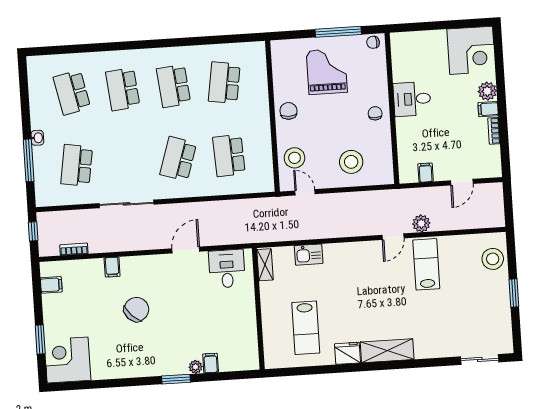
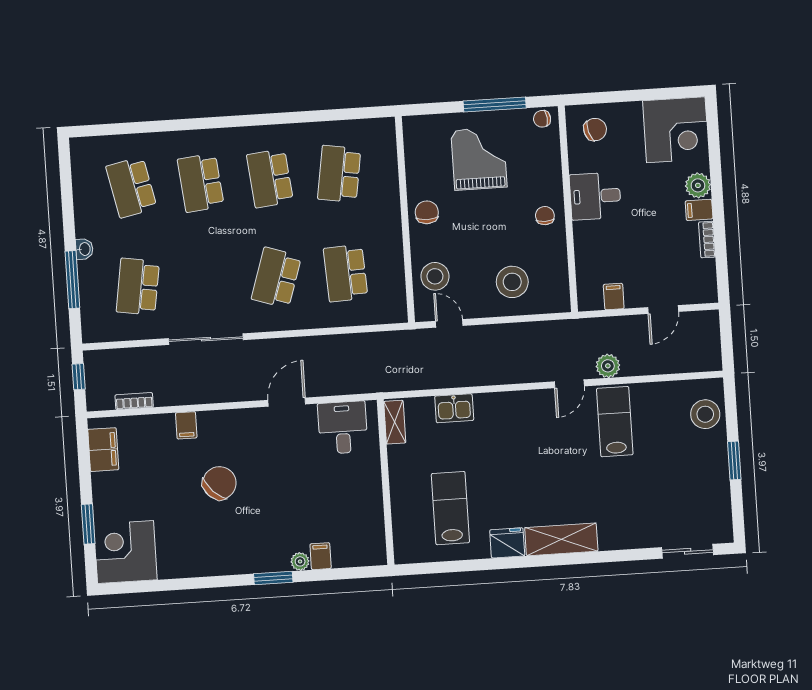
chair: (412, 50) -> (595, 129), added
filing cabinet: (51, 285) -> (103, 450), width x2.00
lab bench: (306, 328) -> (450, 508), turned 180

